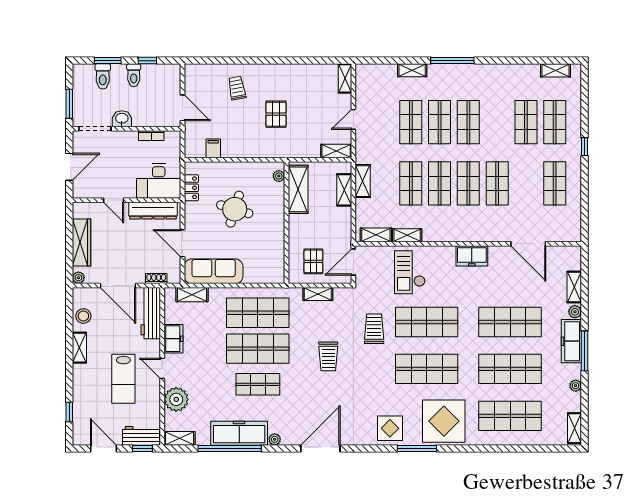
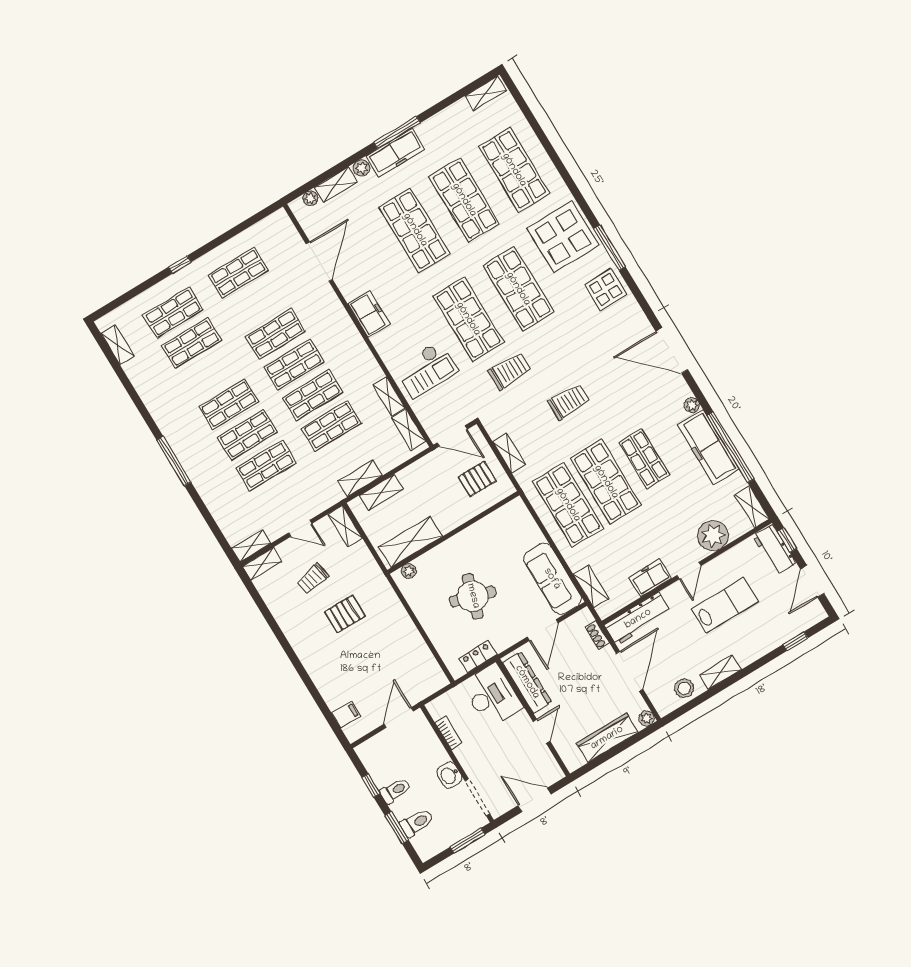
shelving: (412, 70) -> (251, 546), moved, turned 90
trolley: (237, 88) -> (313, 579), moved
filing cabinet: (213, 148) -> (346, 715), moved, turned 180
trolley: (374, 329) -> (510, 371), turned 180
plant: (576, 386) -> (310, 198), moved

